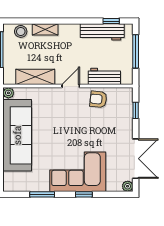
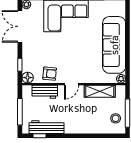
shelving: (45, 29) -> (92, 129), removed
stool: (21, 31) -> (116, 118), moved
floor lamp: (126, 94) -> (28, 78), added

